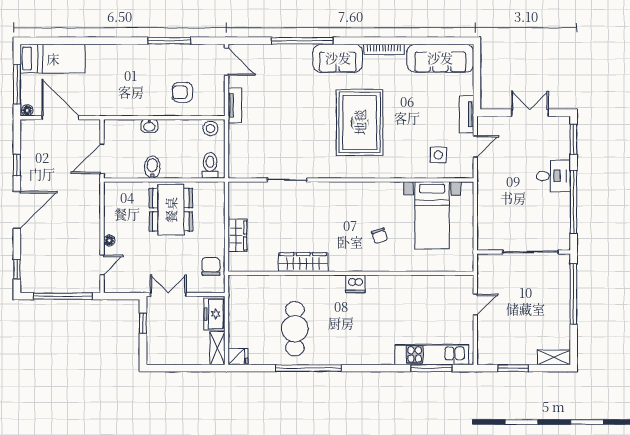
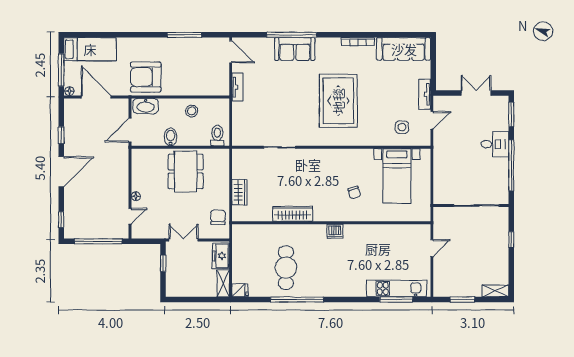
sofa: (338, 58) -> (295, 49), moved
armchair: (182, 92) -> (146, 77), moved, width x1.88, depth x1.88
washbasin: (149, 126) -> (146, 106), moved, width x1.91, depth x1.45
stool: (210, 128) -> (192, 111), moved
window: (574, 294) -> (511, 240), width x0.32

